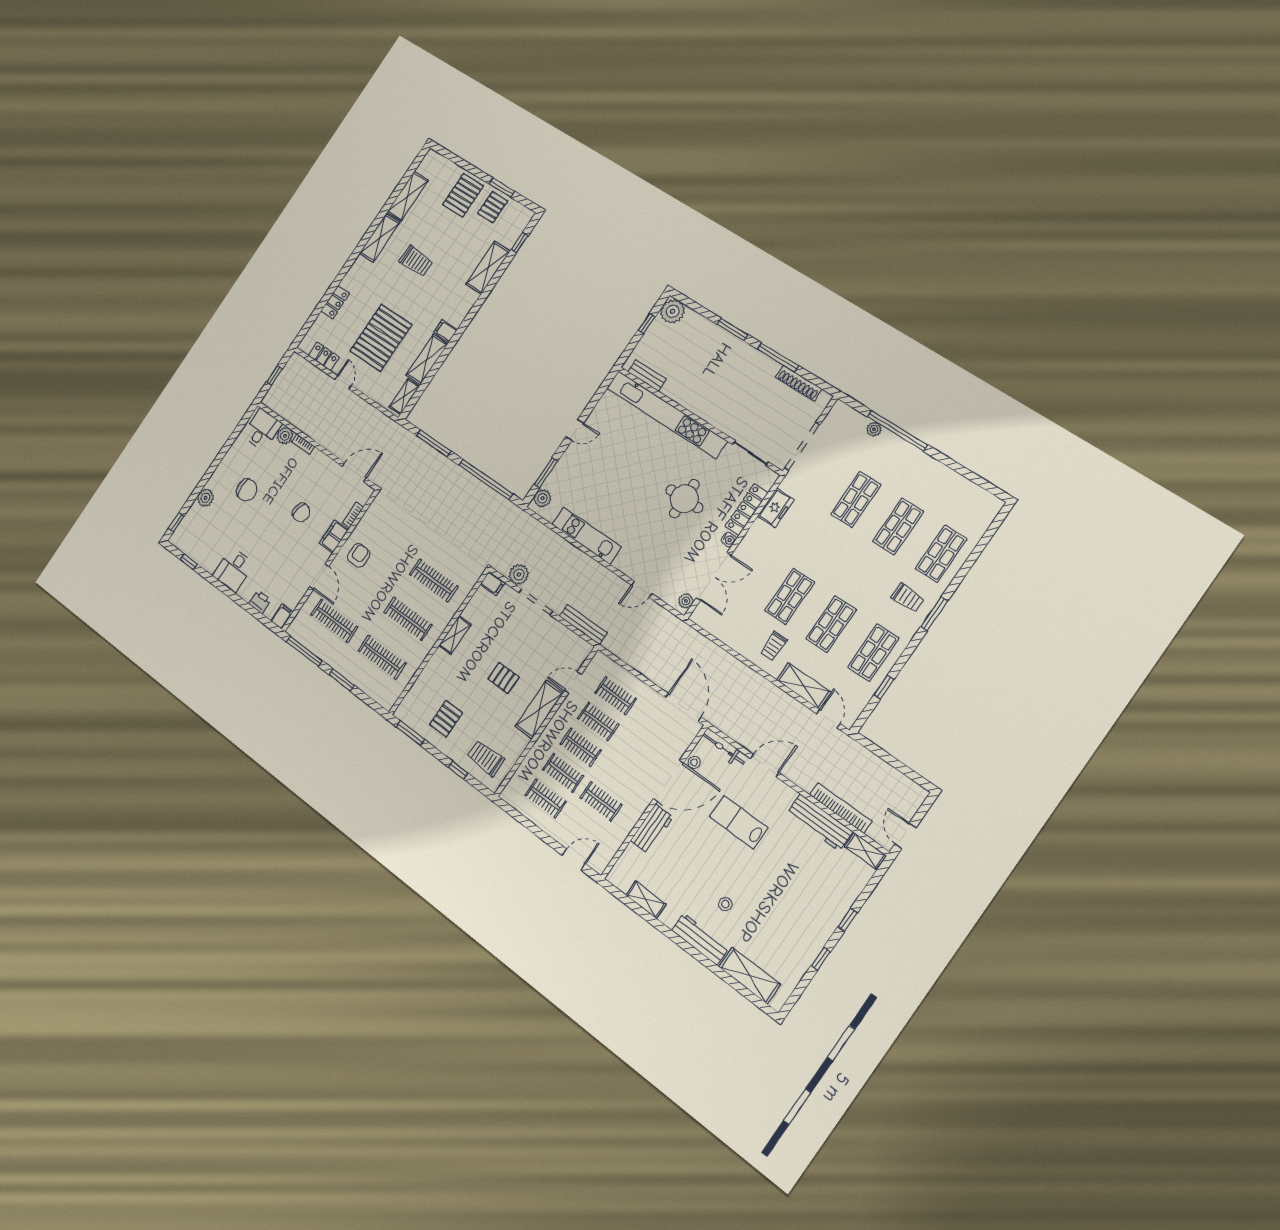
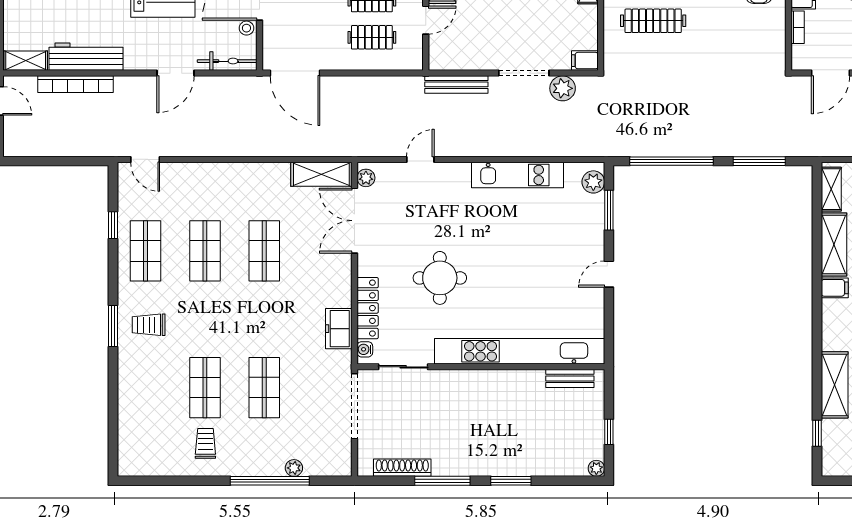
plant: (673, 311) -> (596, 468), width x0.53, depth x0.53
water cooler: (729, 540) -> (365, 349), moved
shop shelf: (941, 554) -> (145, 388), removed
trolley: (774, 646) -> (205, 443), moved
shelving: (804, 686) -> (321, 174), moved

